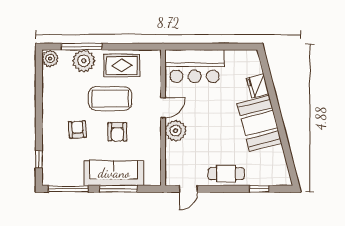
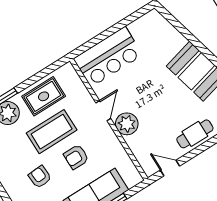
fridge: (258, 86) -> (175, 40), removed
armchair: (117, 132) -> (76, 157), turned 90
door: (188, 189) -> (170, 168), swing flipped

